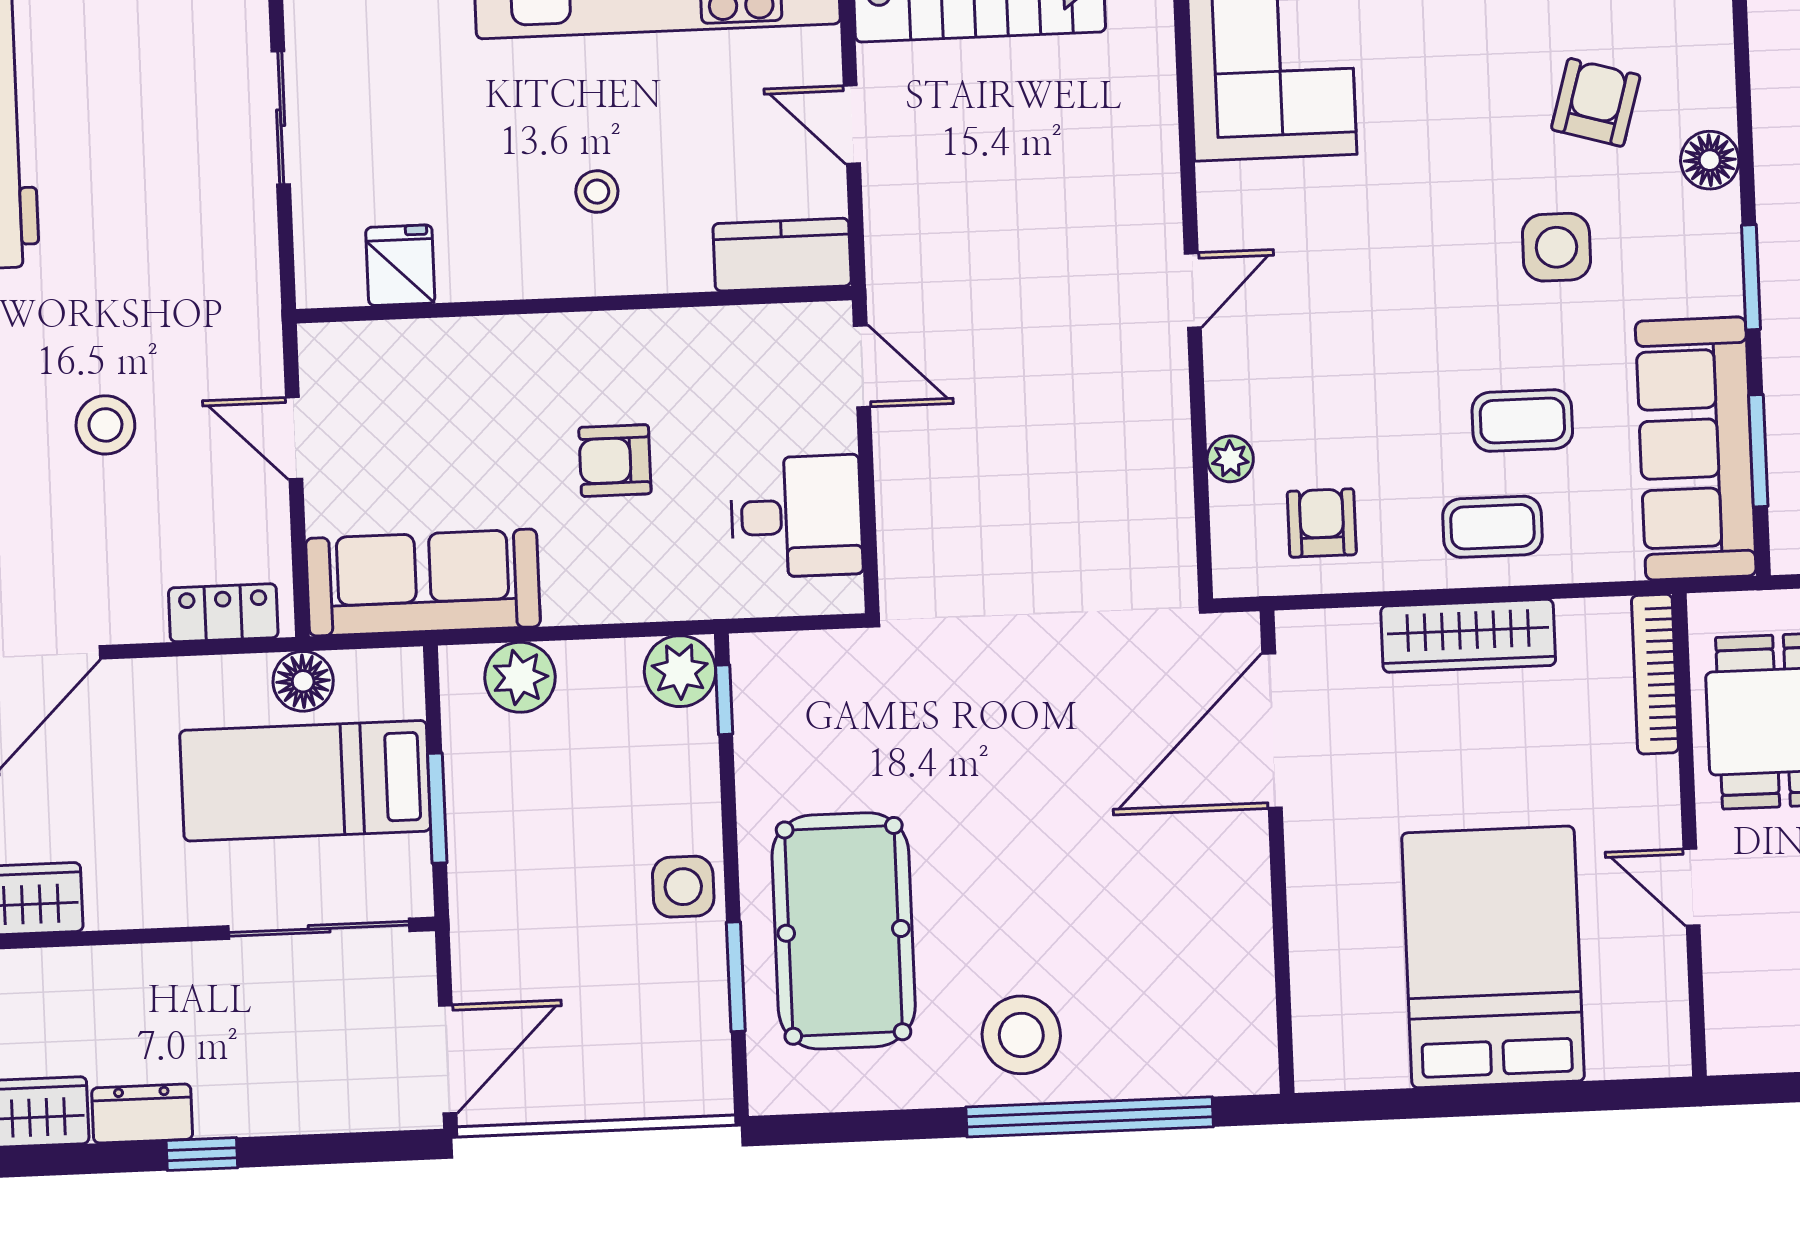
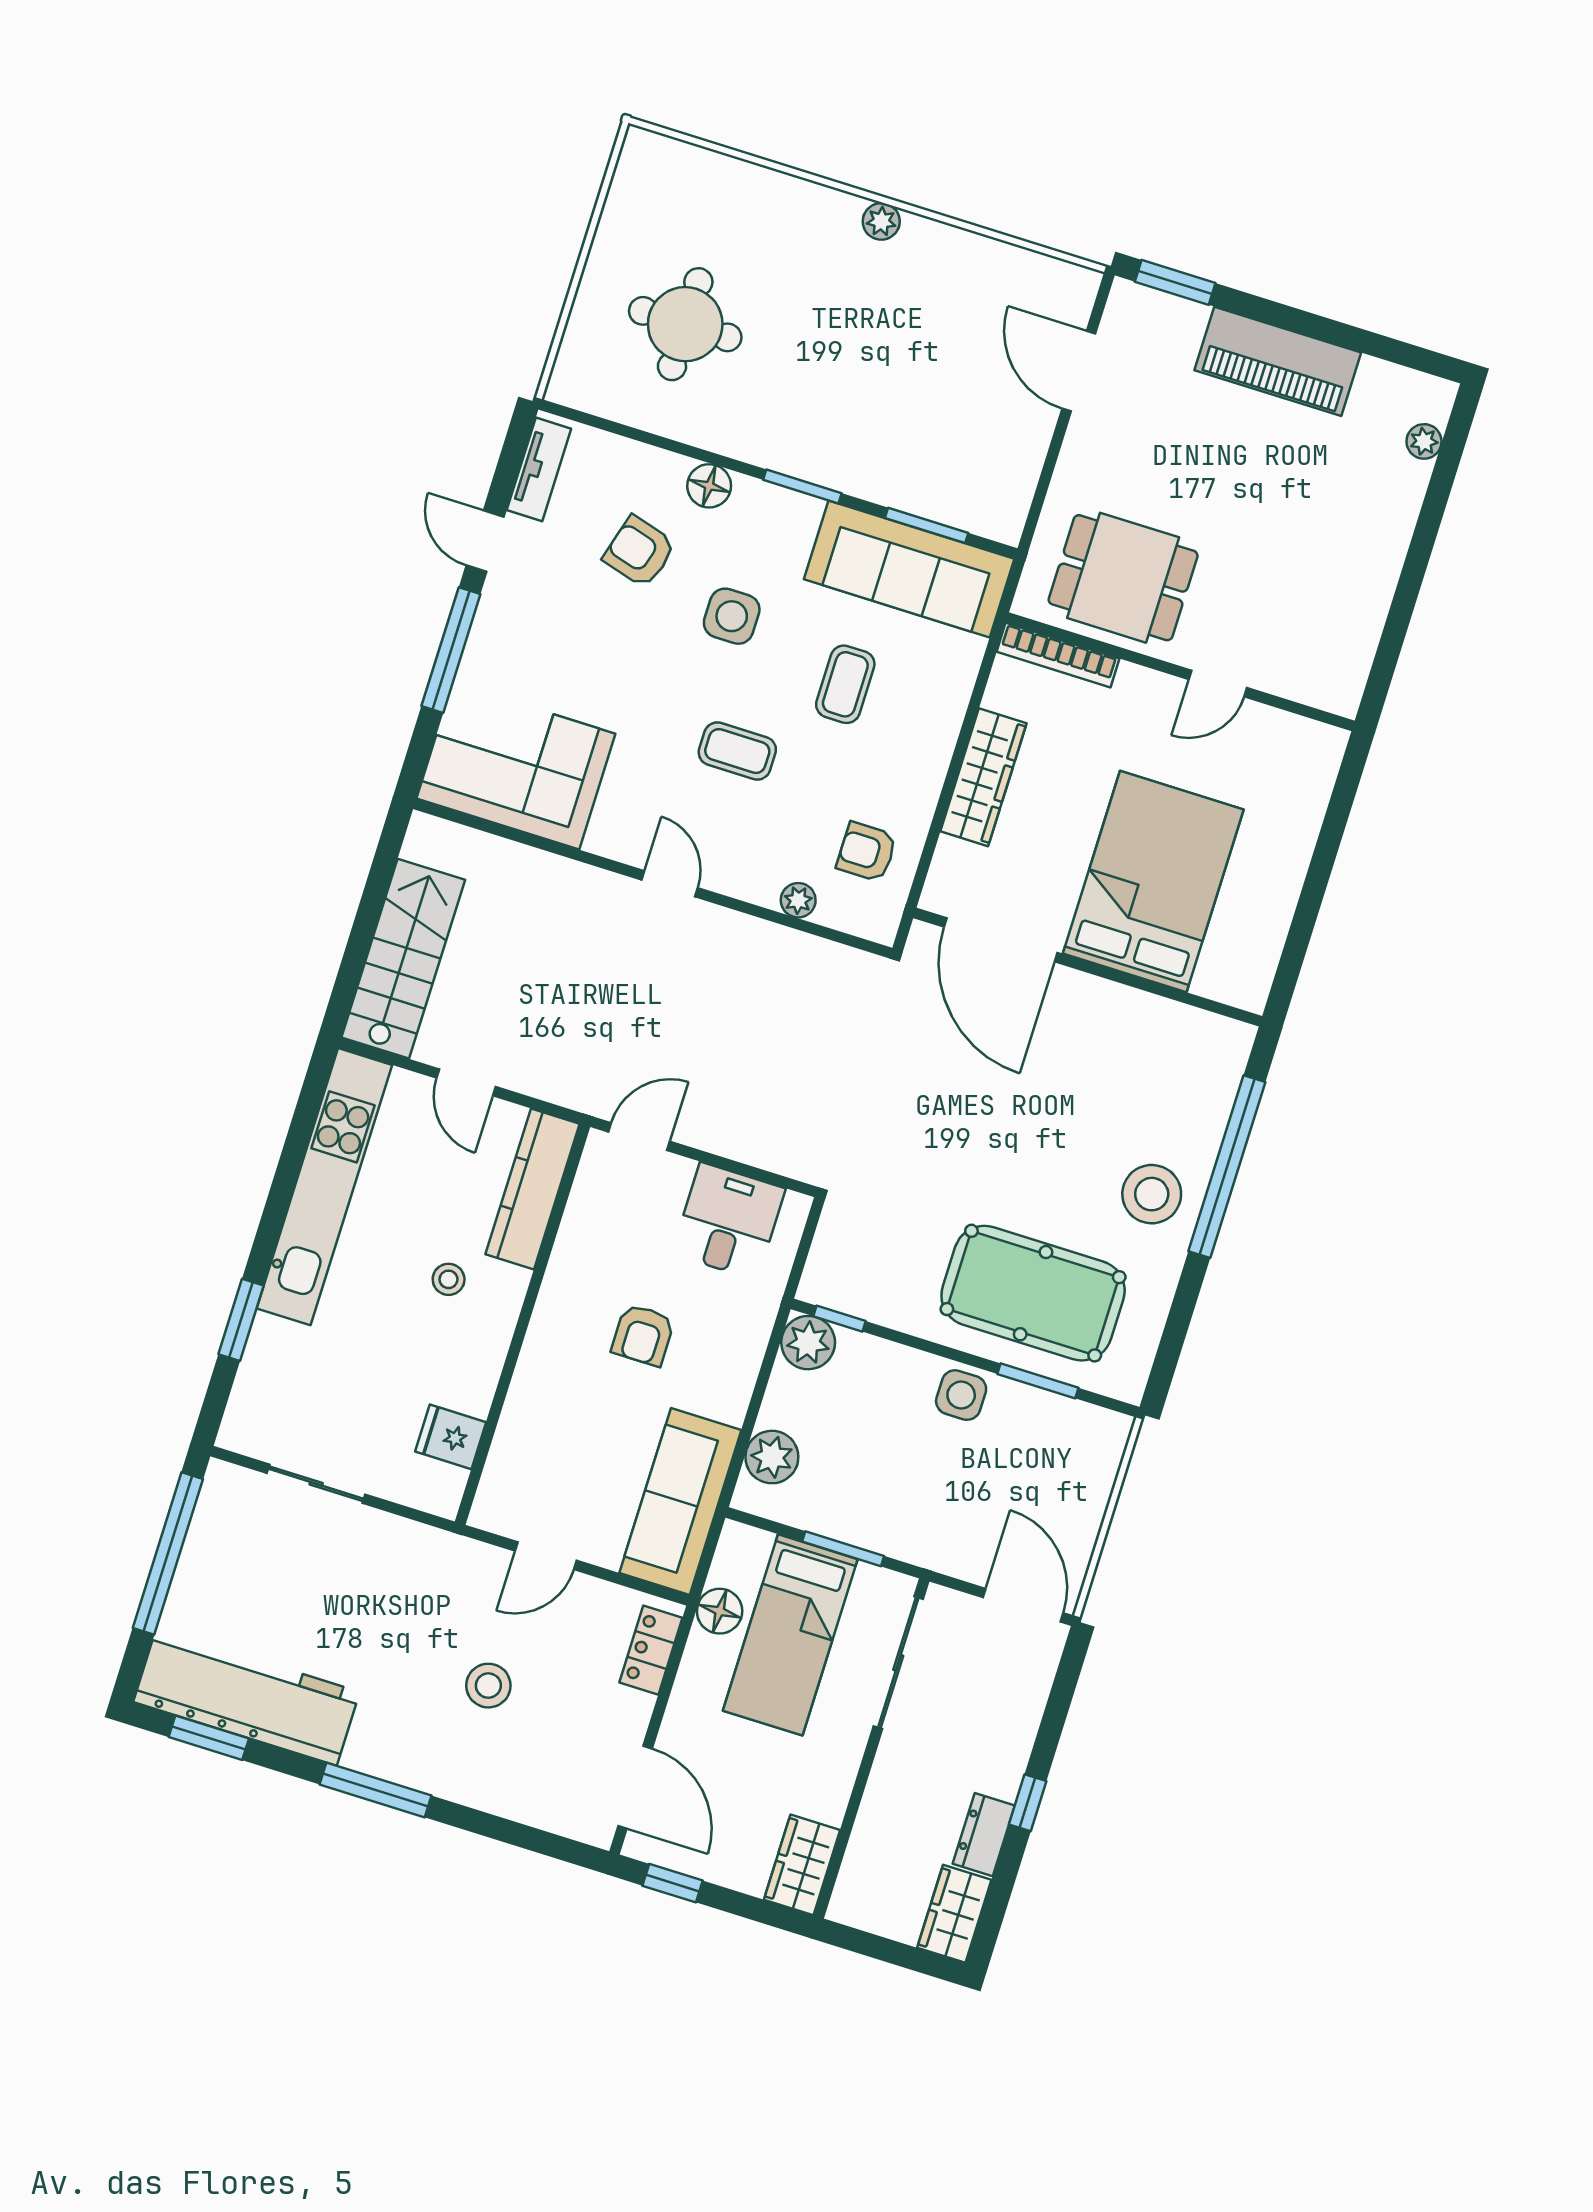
door: (852, 125) -> (466, 1082), hinge flipped
kitchen counter: (782, 255) -> (533, 1189), width x1.50
coffee table: (1492, 527) -> (737, 751), moved, turned 90
bed: (1493, 957) -> (1153, 882), moved, turned 90

